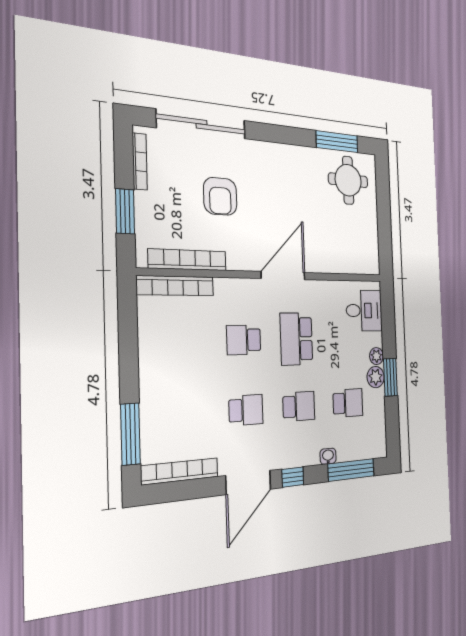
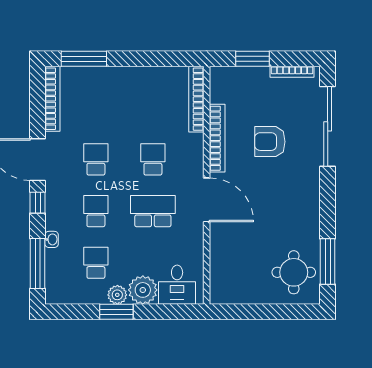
bookcase: (188, 260) -> (217, 138), moved
plant: (376, 356) -> (143, 290), width x1.87, depth x1.87
school desk: (348, 403) -> (96, 263), turned 180
school desk: (299, 406) -> (96, 211), turned 180
school desk: (246, 410) -> (96, 159), turned 180

